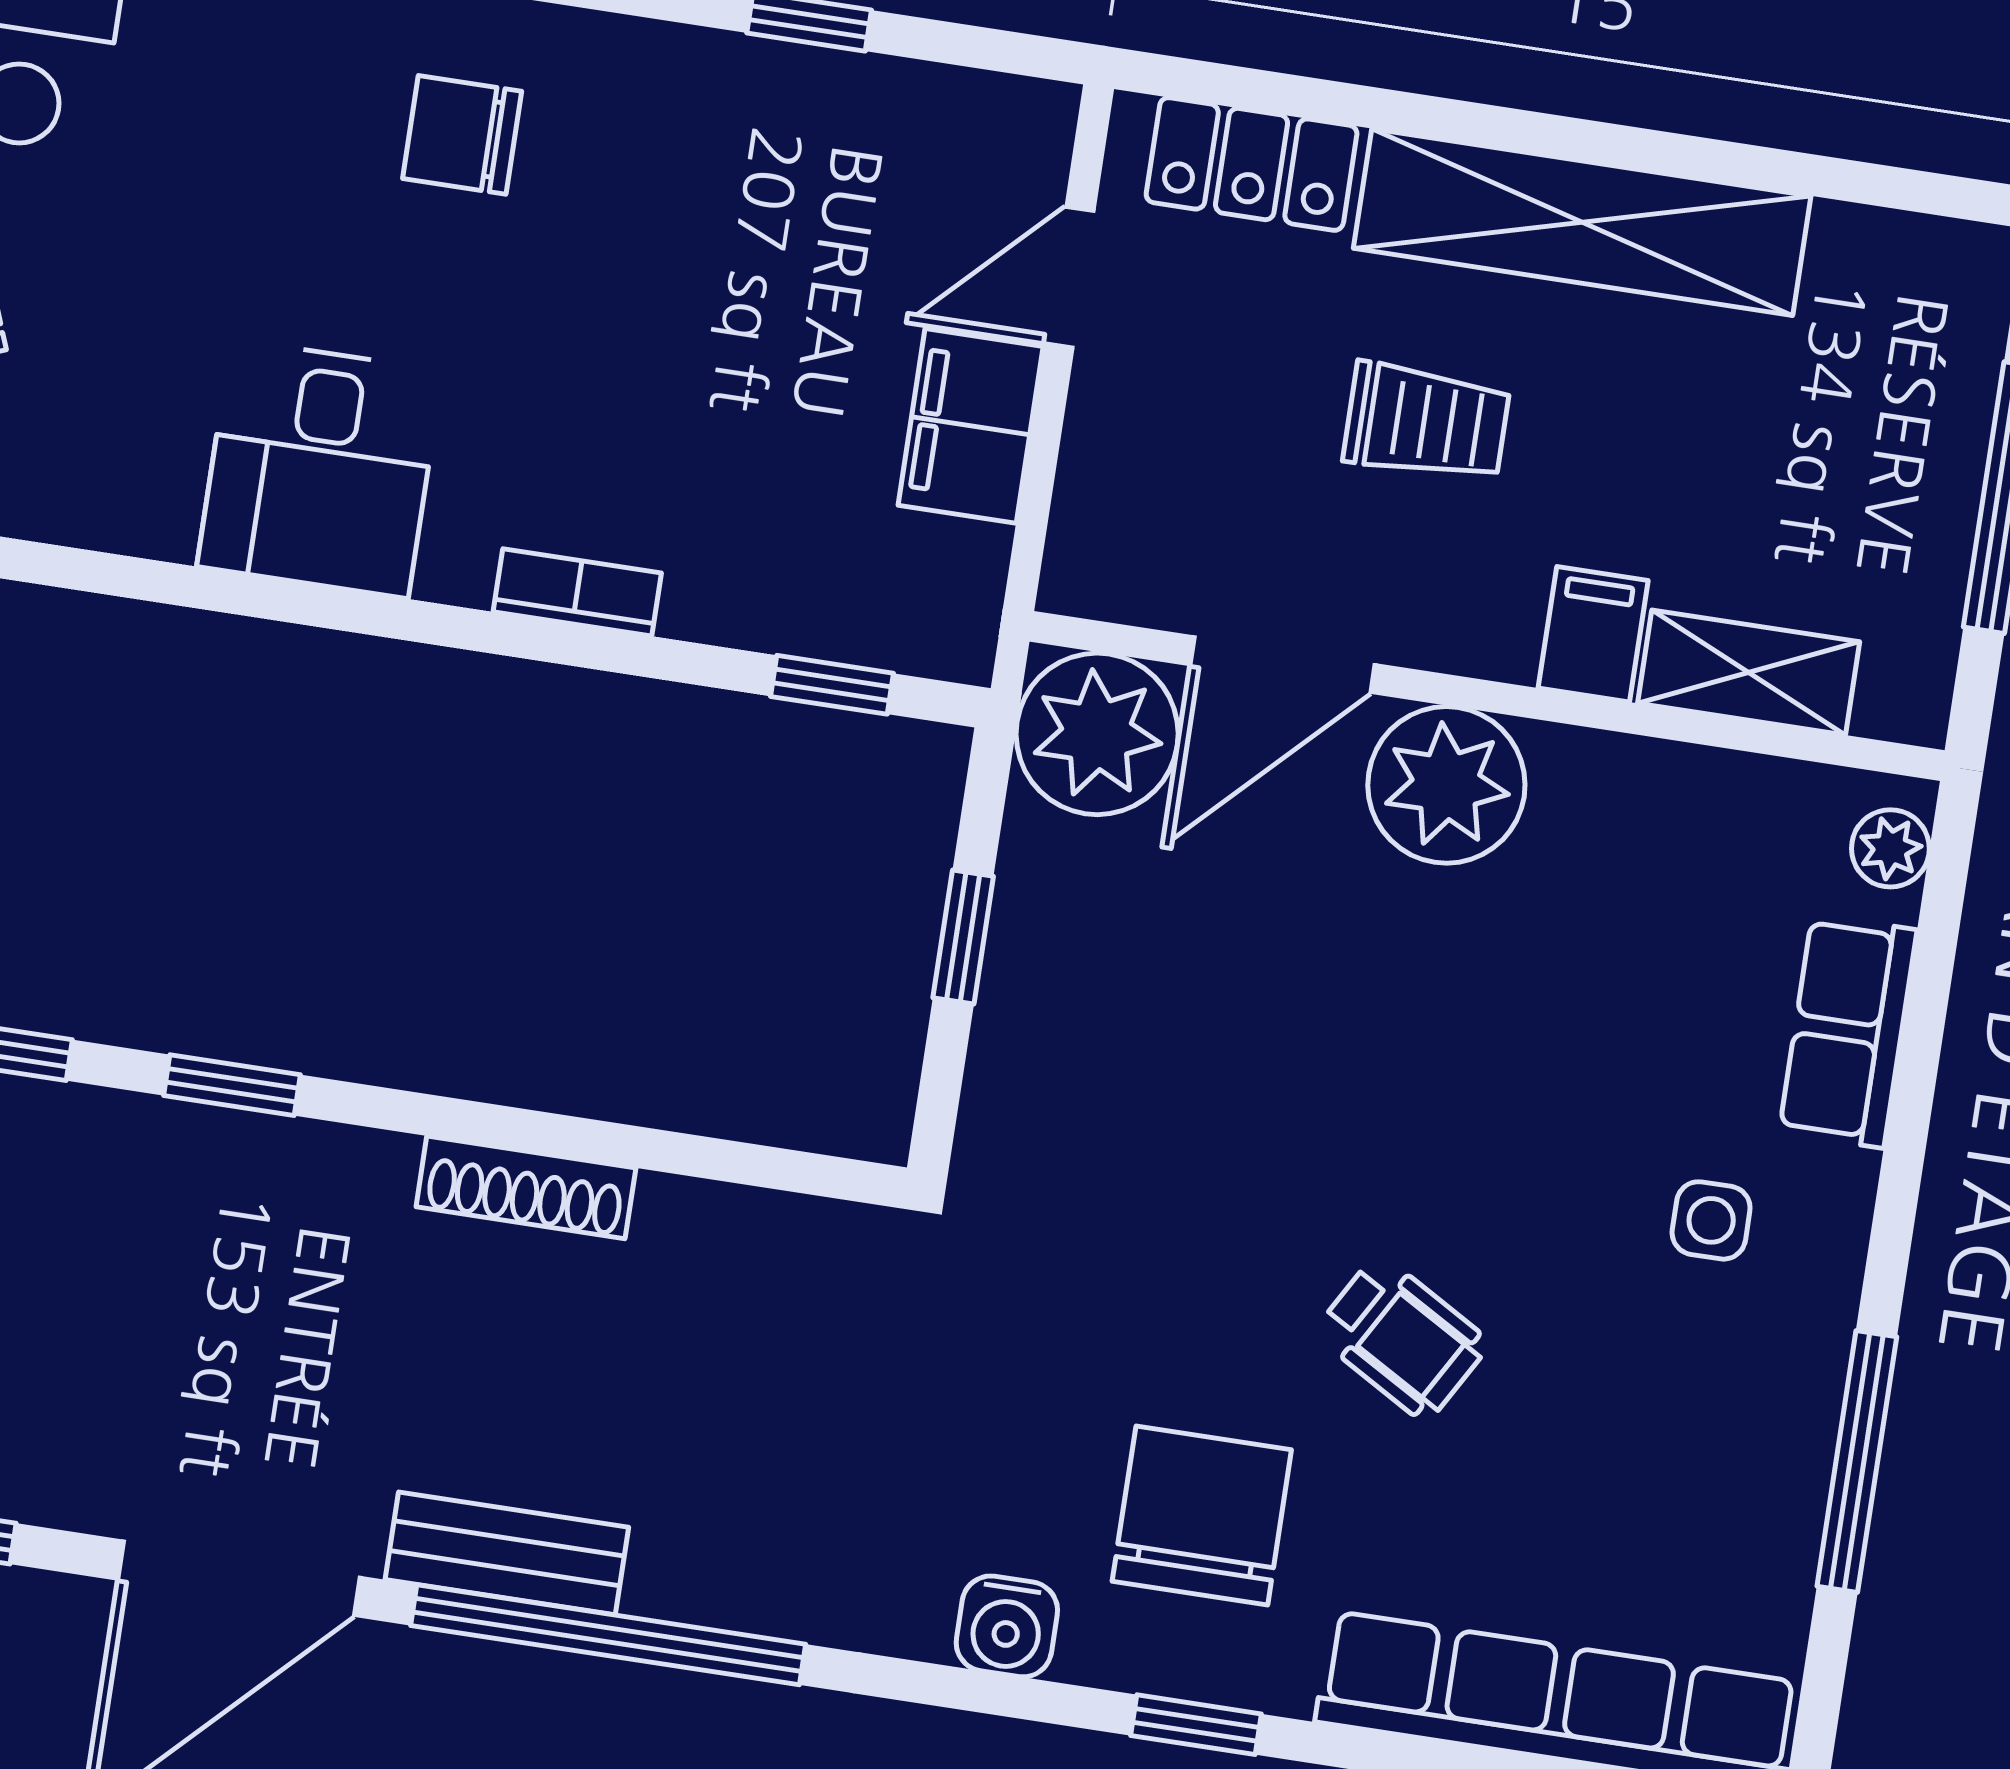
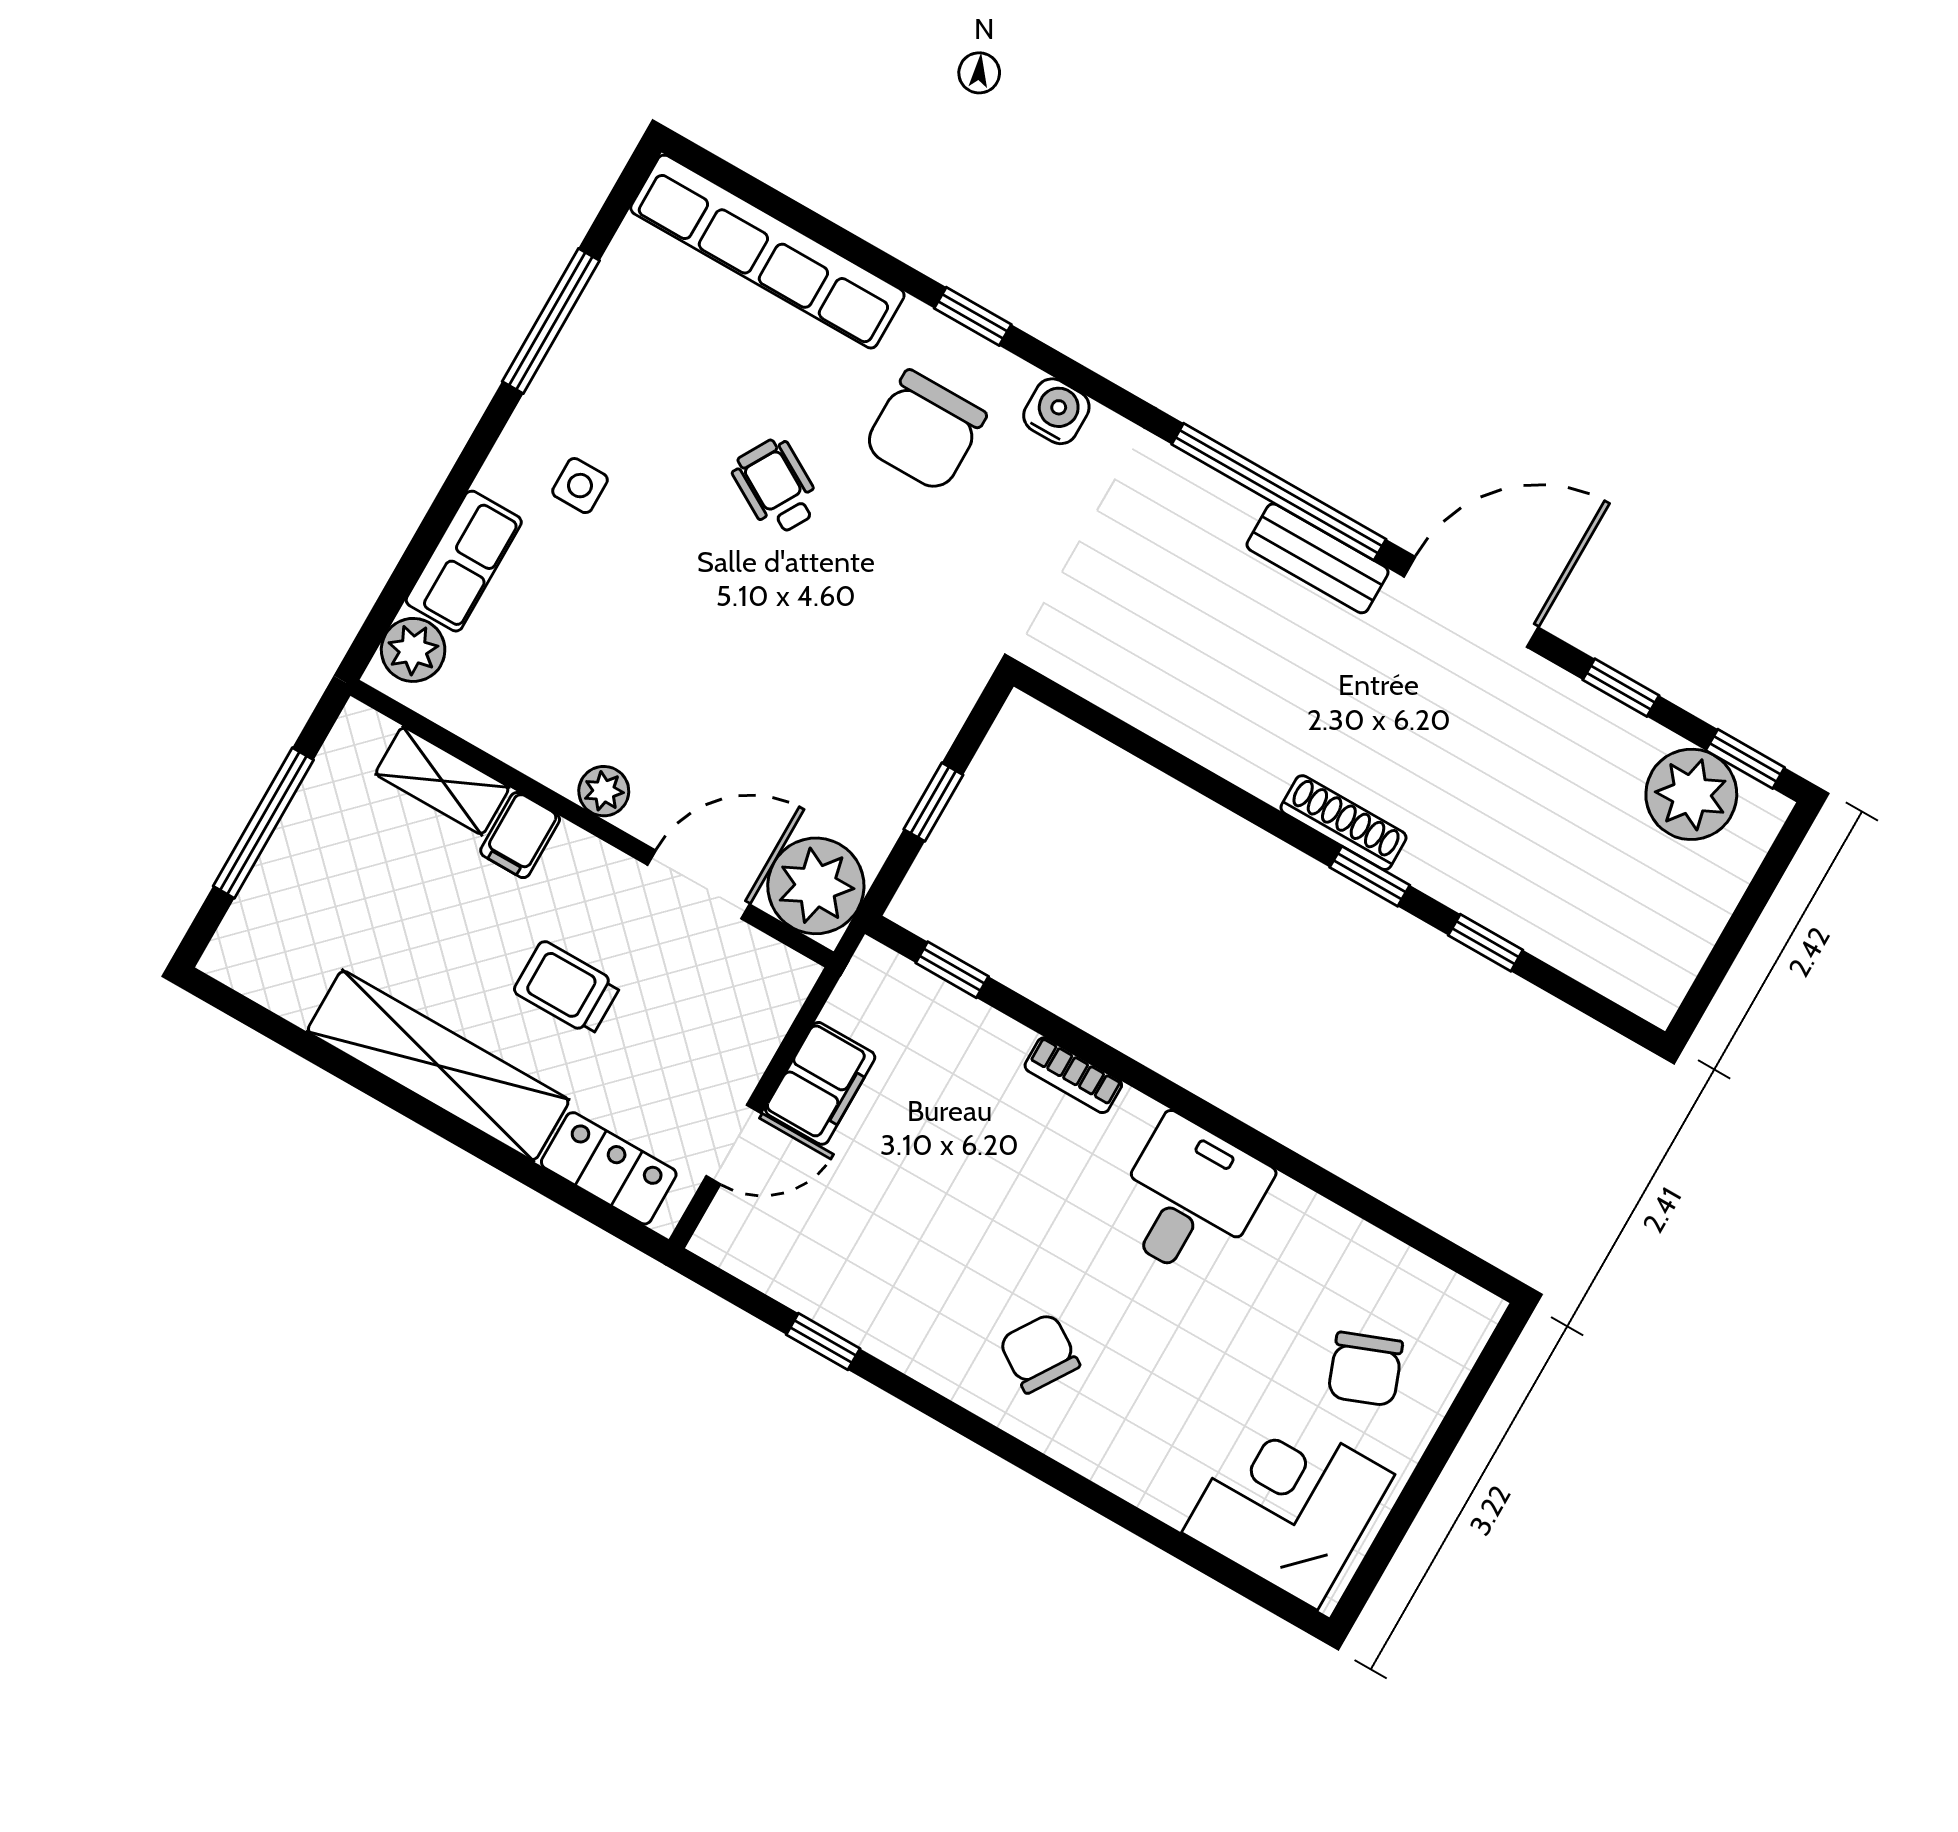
chair: (462, 135) -> (1039, 1353), turned -147
plant: (1446, 785) -> (604, 791), width x0.53, depth x0.53
plant: (1890, 848) -> (413, 650), width x1.38, depth x1.38
shoe rack: (526, 1187) -> (1343, 823), moved

